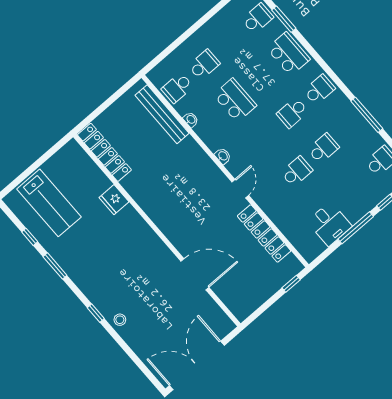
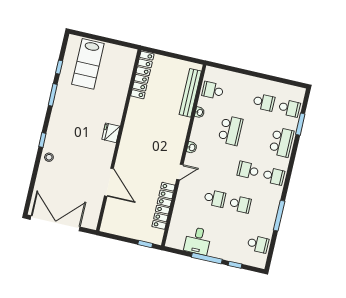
school desk: (204, 65) -> (264, 102), moved
fridge: (114, 200) -> (111, 133), moved

